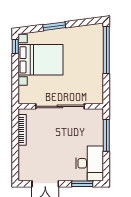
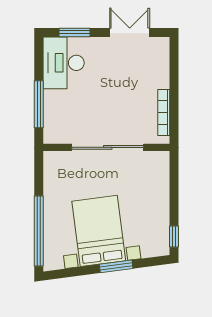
bed with nightstands: (41, 60) -> (99, 231), moved, turned 83

